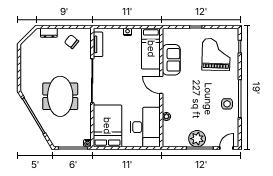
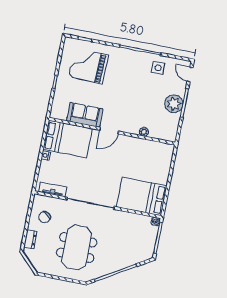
bed: (151, 49) -> (68, 139), width x1.50
meeting table: (60, 96) -> (77, 248), moved, turned 90
side table: (227, 104) -> (158, 68), moved
desk: (145, 127) -> (151, 156), removed

